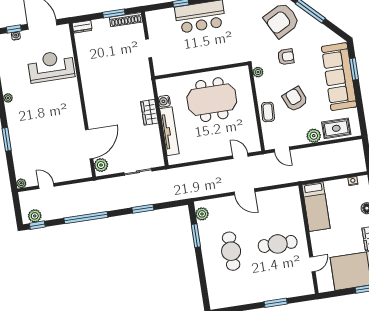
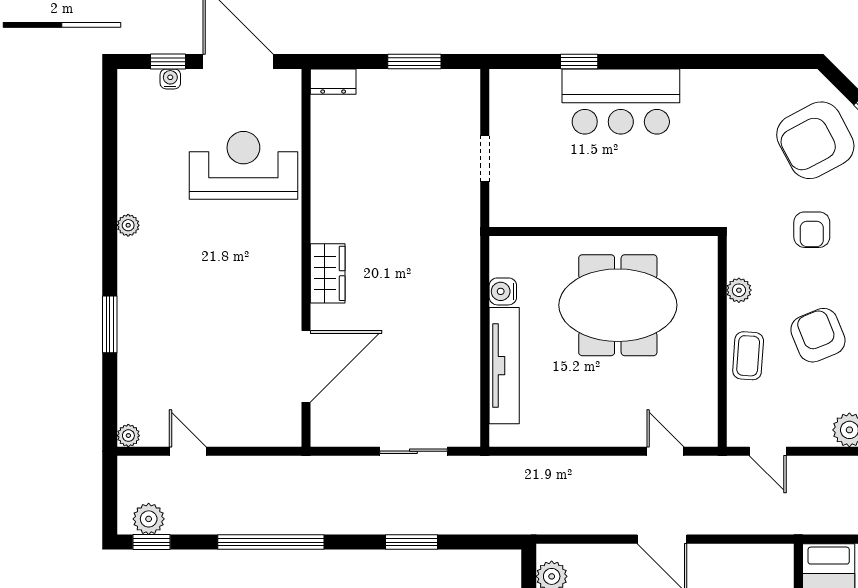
shoe rack: (126, 20) -> (441, 81), removed
armchair: (286, 57) -> (812, 230), turned 90
plant: (258, 72) -> (739, 290), moved
wardrobe: (149, 112) -> (328, 273), moved, turned 180
plant: (101, 165) -> (327, 421), removed

